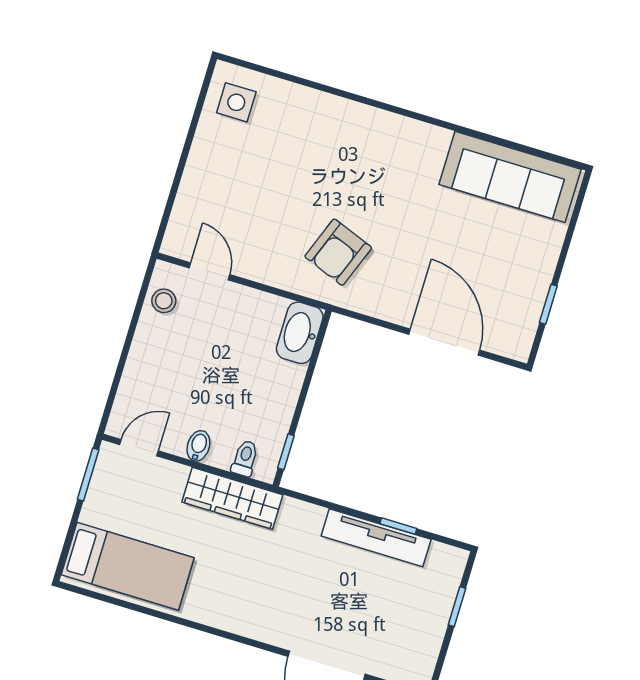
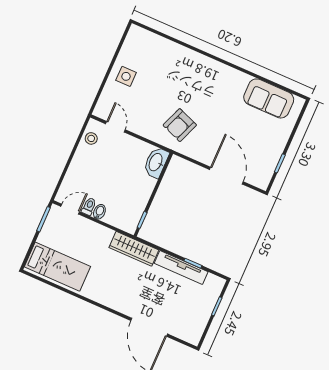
side table: (236, 102) -> (126, 76), moved
sofa: (510, 177) -> (269, 98), width x0.73
toilet: (245, 458) -> (89, 206), moved
wardrobe: (232, 498) -> (134, 249), moved

